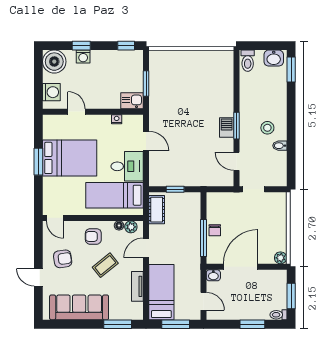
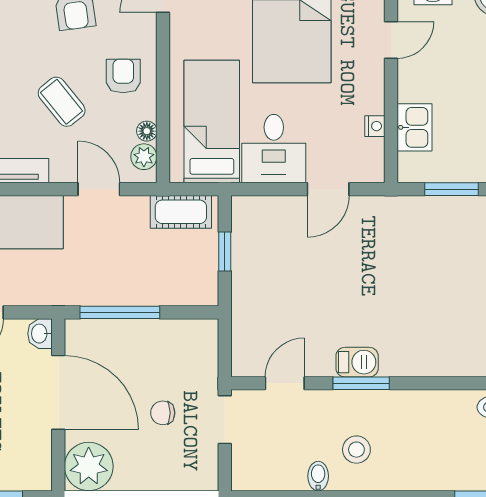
kitchen sink: (132, 101) -> (415, 127), moved
chair: (215, 230) -> (163, 413), moved
plant: (281, 258) -> (89, 466), width x1.87, depth x1.87

